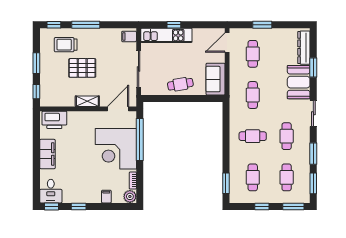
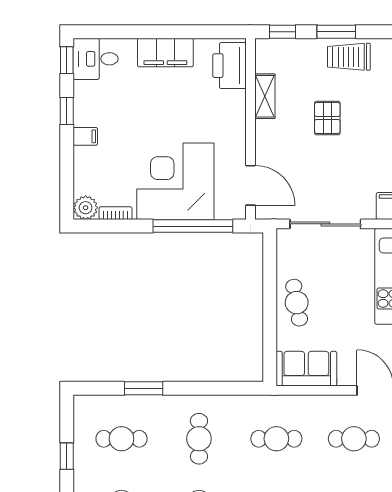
trolley: (66, 45) -> (349, 57), moved, turned -90
pallet: (82, 68) -> (327, 118), width x0.67, depth x0.71
shelving: (87, 101) -> (265, 96), moved
window: (226, 183) -> (144, 388), moved
filing cabinet: (106, 197) -> (85, 136), moved

